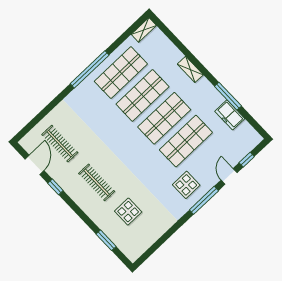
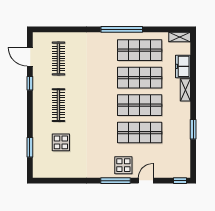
window: (228, 96) -> (193, 129), width x0.69
freezer: (230, 115) -> (183, 66), moved
window: (247, 160) -> (180, 181), moved
door: (35, 165) -> (30, 57), swing flipped
display table: (186, 185) -> (123, 165), moved

